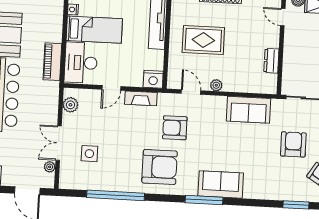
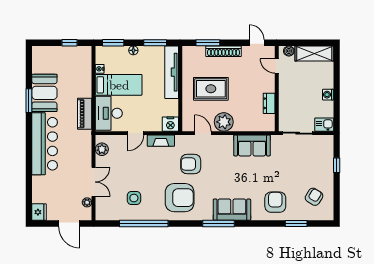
plant: (216, 85) -> (224, 122), width x1.88, depth x1.88
double door: (59, 143) -> (94, 182), swing flipped
armchair: (293, 144) -> (275, 202), moved
side table: (89, 154) -> (134, 198), moved

